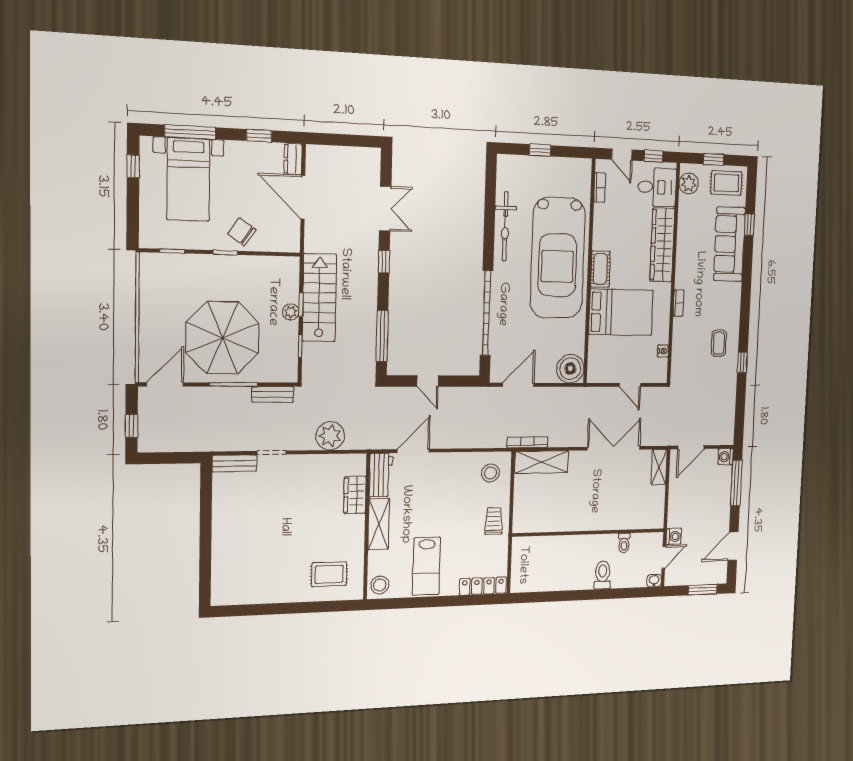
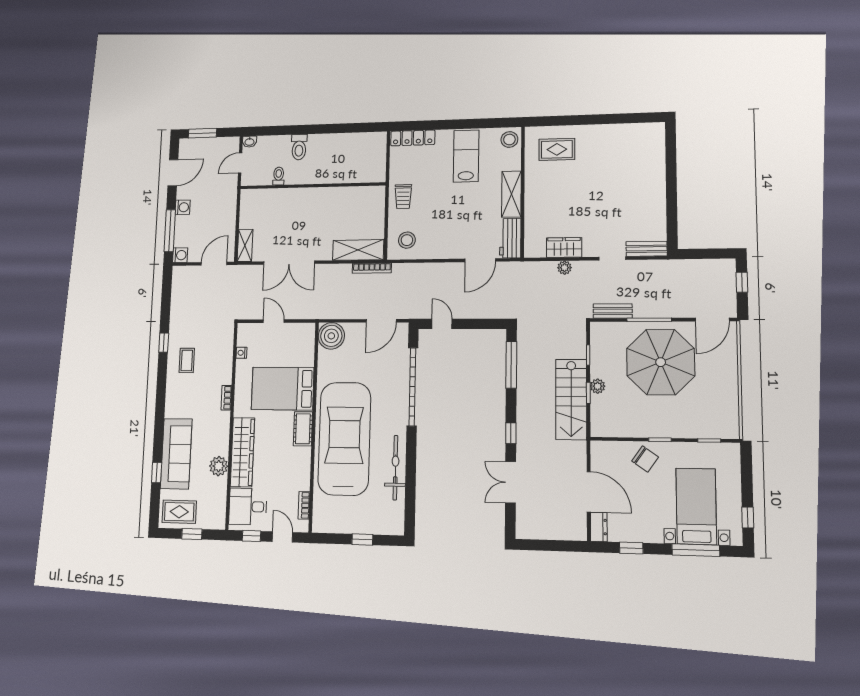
plant: (689, 184) -> (219, 466), moved
door: (428, 381) -> (442, 324), moved
plant: (330, 436) -> (565, 268), width x0.53, depth x0.53
wardrobe: (355, 495) -> (564, 247), moved, turned -90
washing machine: (674, 536) -> (183, 207), moved, turned 180

